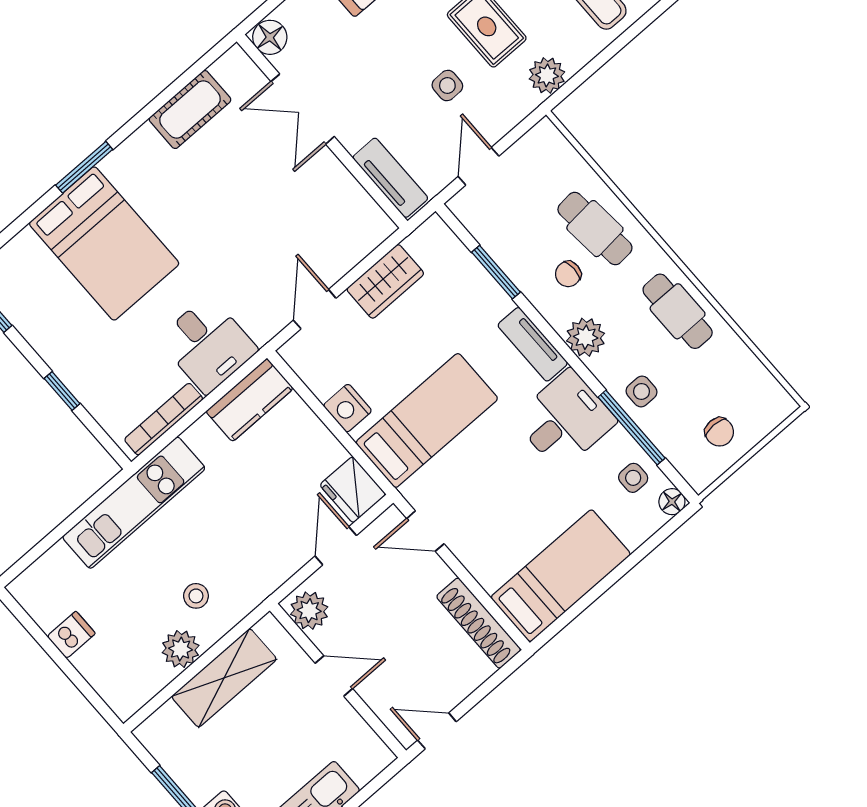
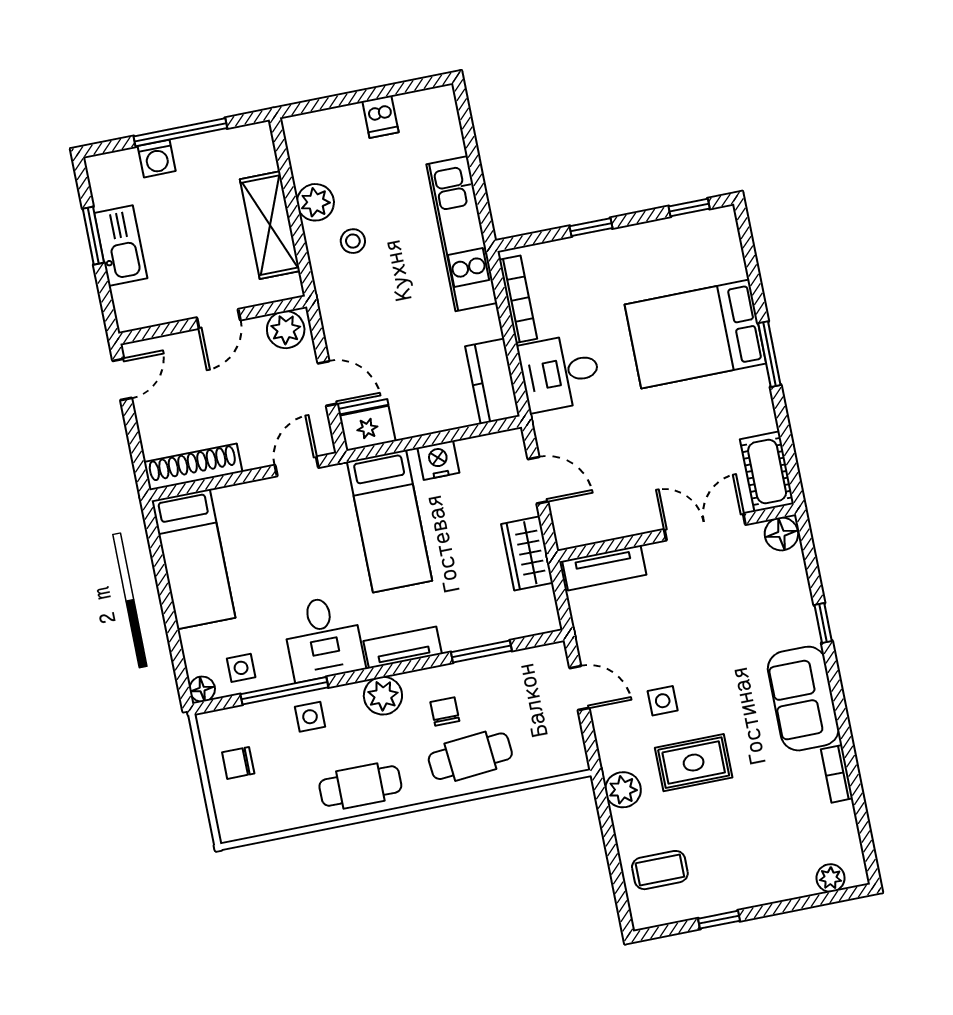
floor lamp: (270, 37) -> (781, 534), moved
double door: (303, 109) -> (705, 527), moved
wall: (322, 131) -> (677, 533), moved
tv unit: (390, 178) -> (604, 568), moved

